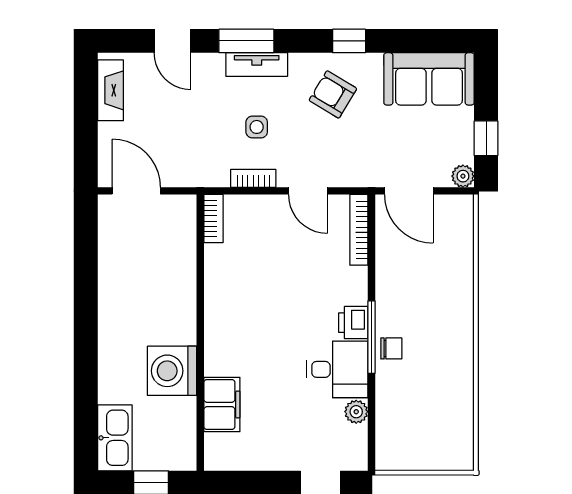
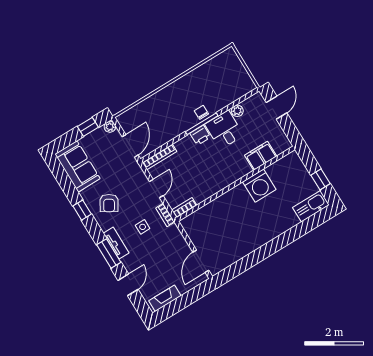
bookcase: (213, 219) -> (184, 208), moved
wall: (200, 333) -> (236, 184), moved
washing machine: (172, 371) -> (259, 186), moved
filing cabinet: (222, 404) -> (261, 156), moved

